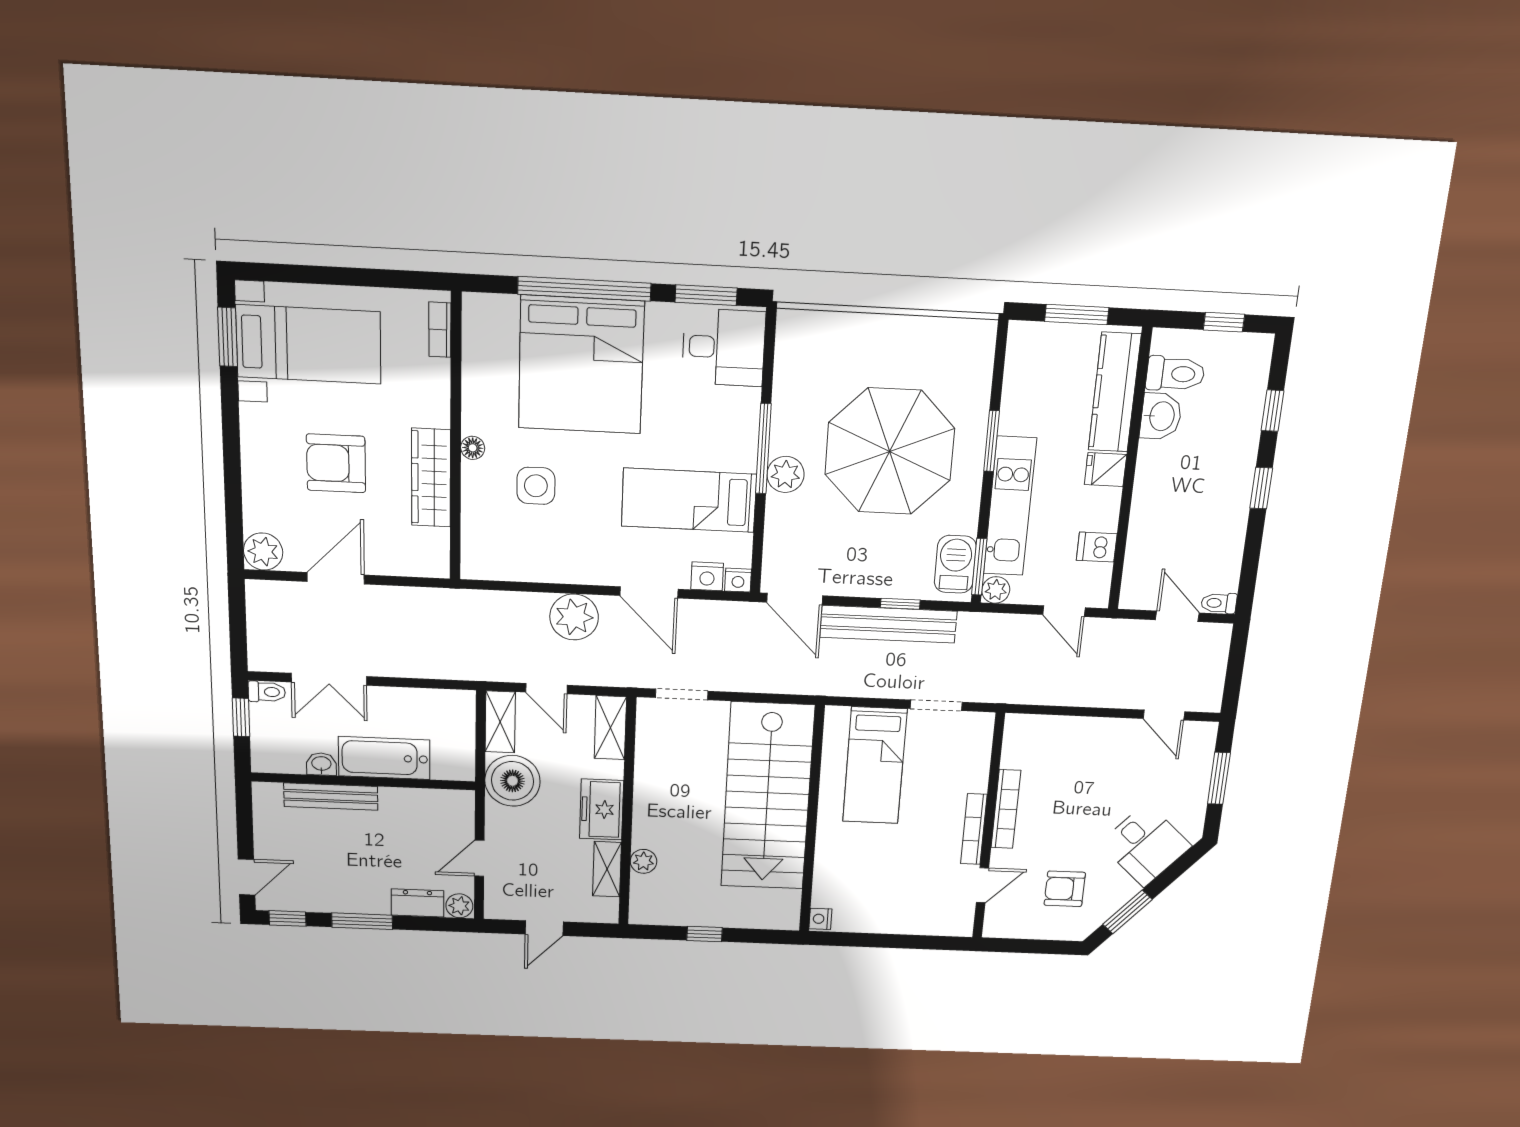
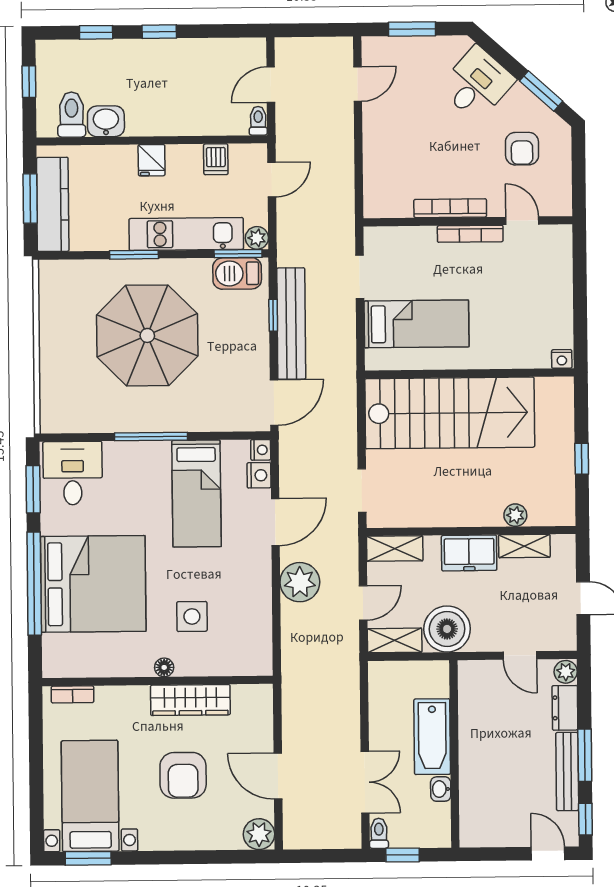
kitchen counter: (1115, 392) -> (53, 204), moved, turned -90
plant: (785, 474) -> (171, 417), removed
toilet: (1219, 603) -> (258, 121), moved, turned 180
bench: (331, 797) -> (567, 772), moved

